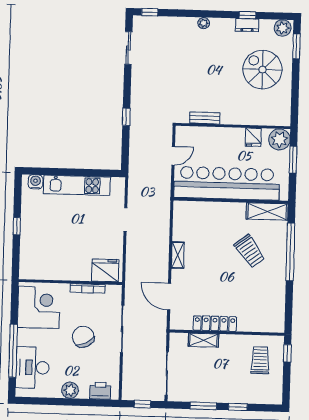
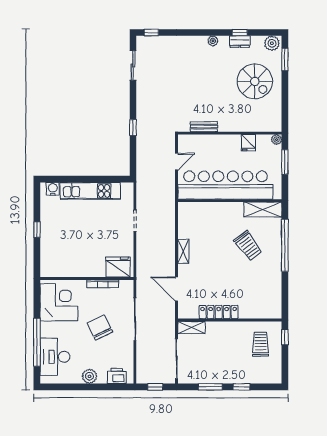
plant: (204, 23) -> (213, 41), moved
spiral stairs: (262, 70) -> (255, 81), turned 180
plant: (279, 139) -> (277, 140), width x0.53, depth x0.53
shelving: (203, 340) -> (191, 327), moved

